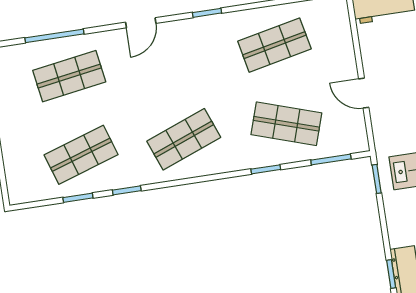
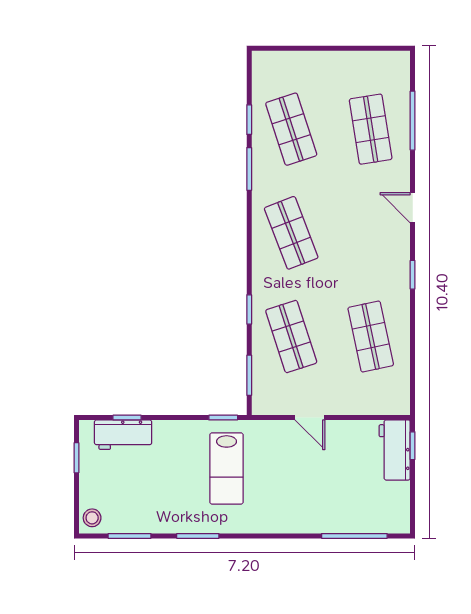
door: (364, 93) -> (310, 418), swing flipped
shop shelf: (286, 124) -> (291, 337), turned -36
window: (127, 190) -> (249, 169), width x1.50

